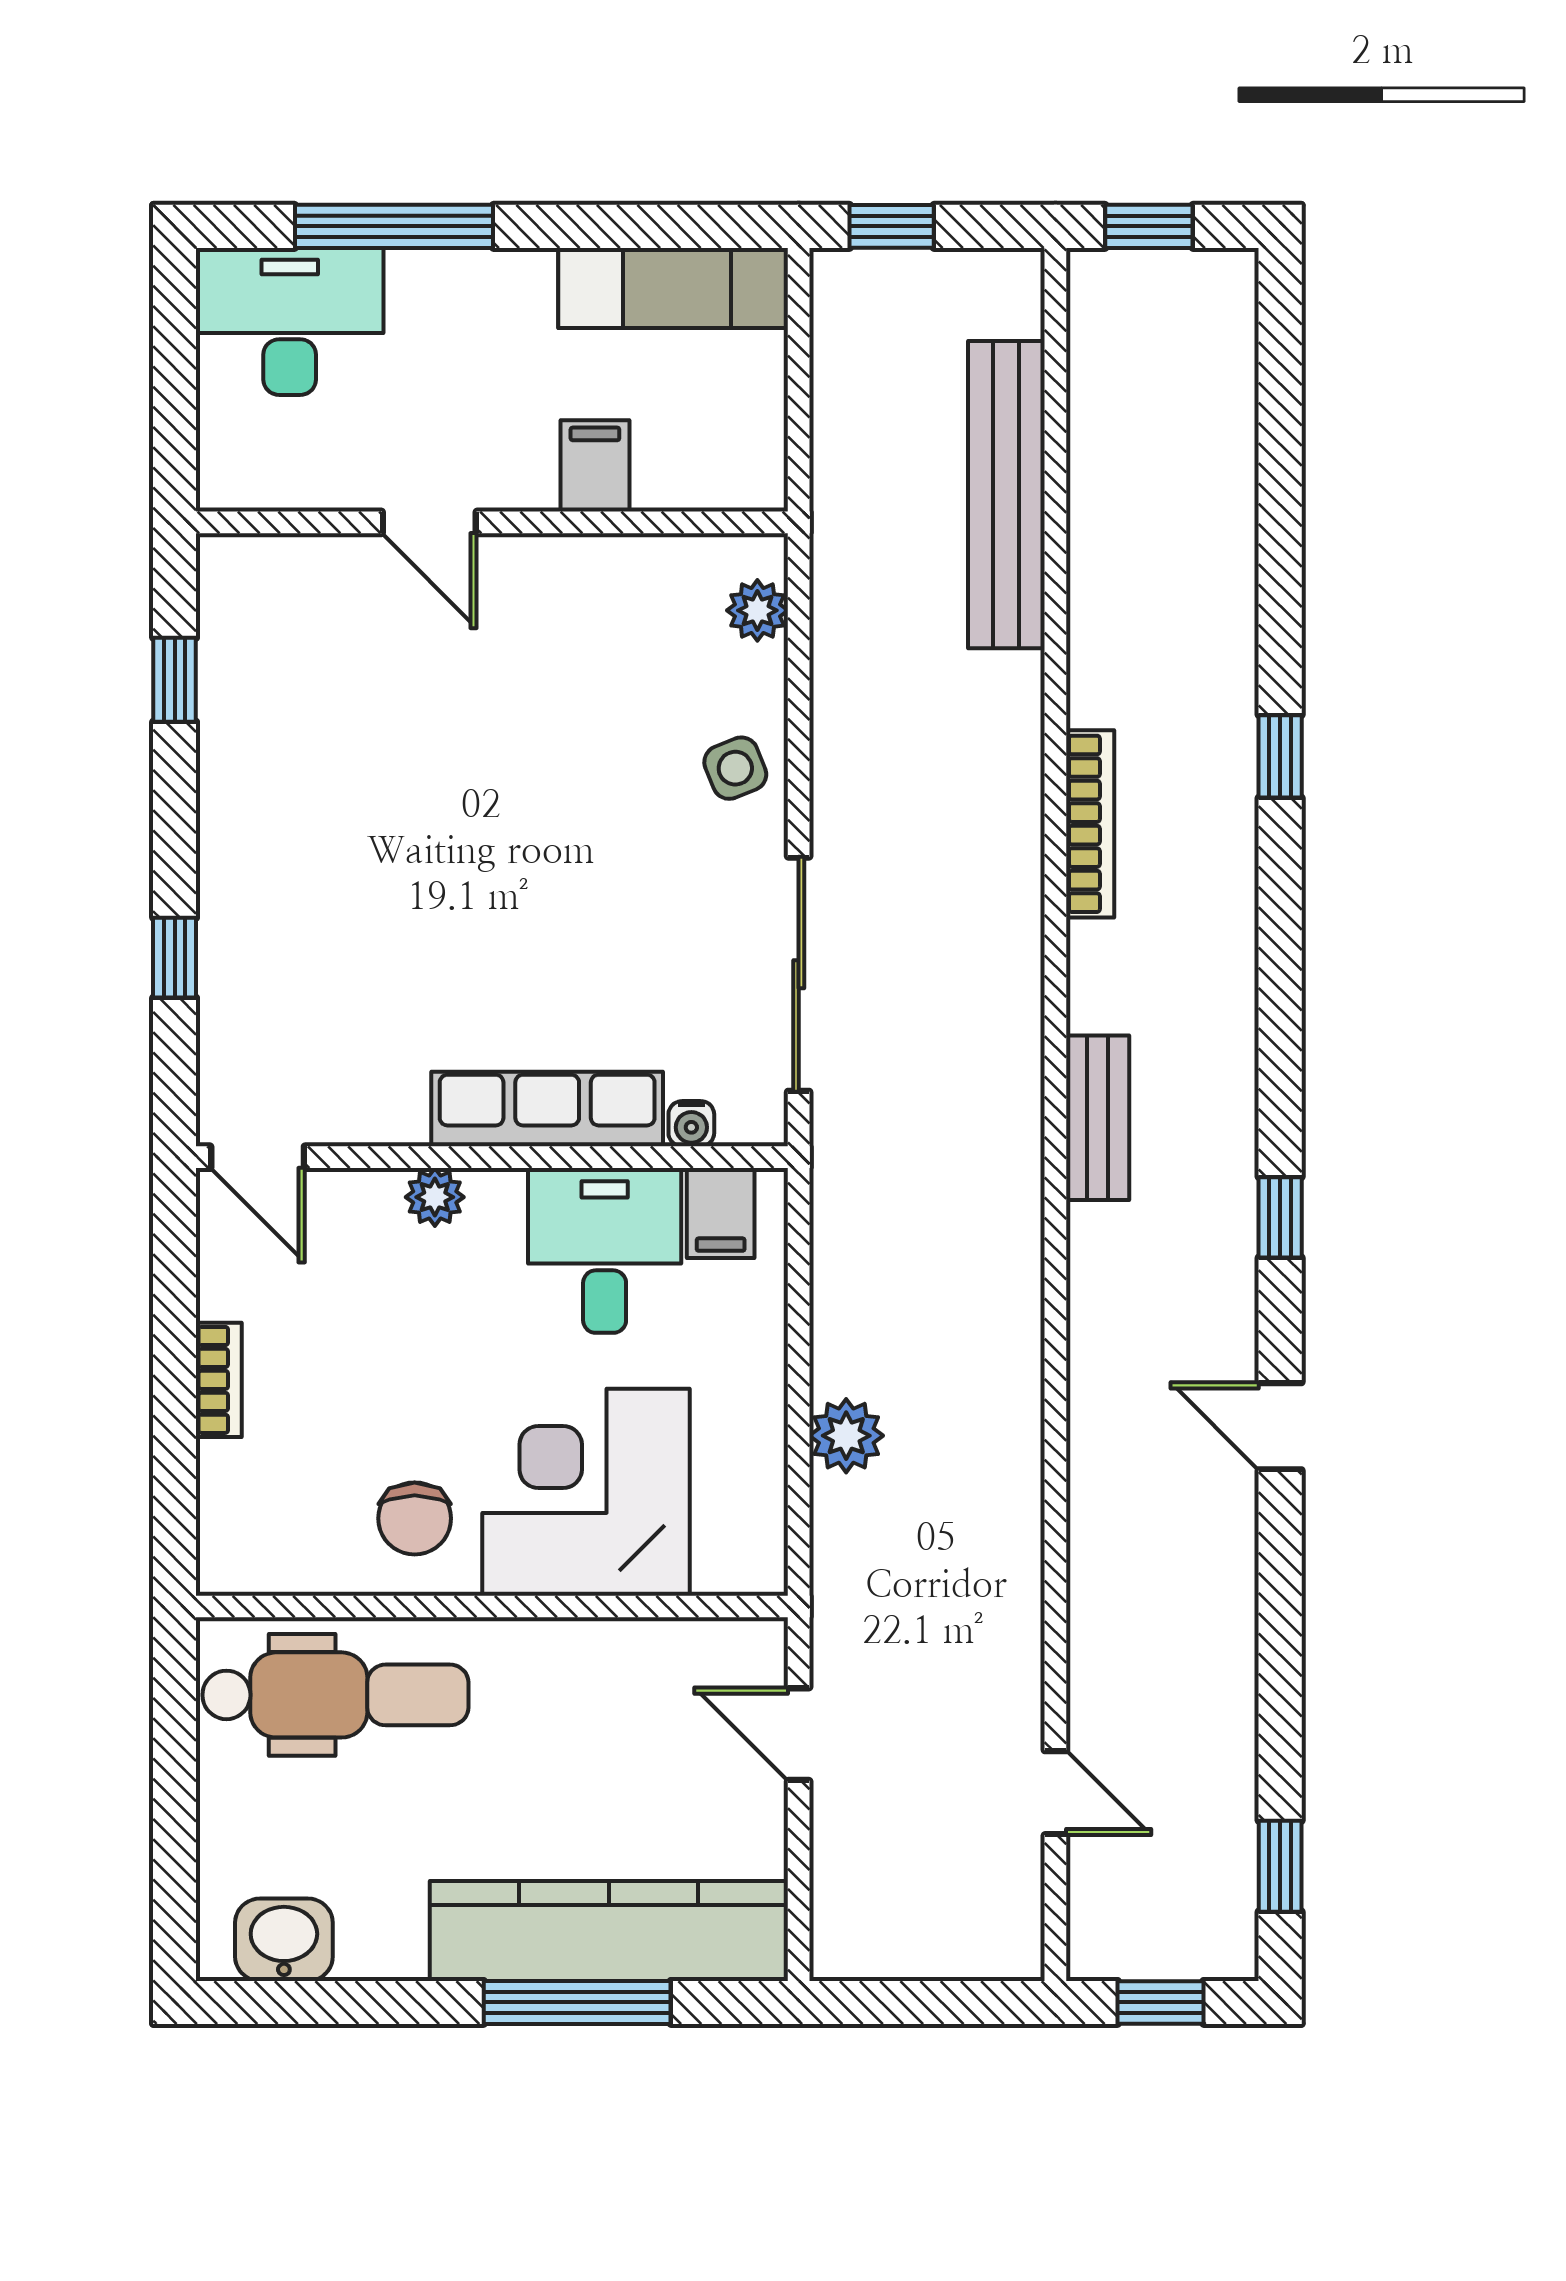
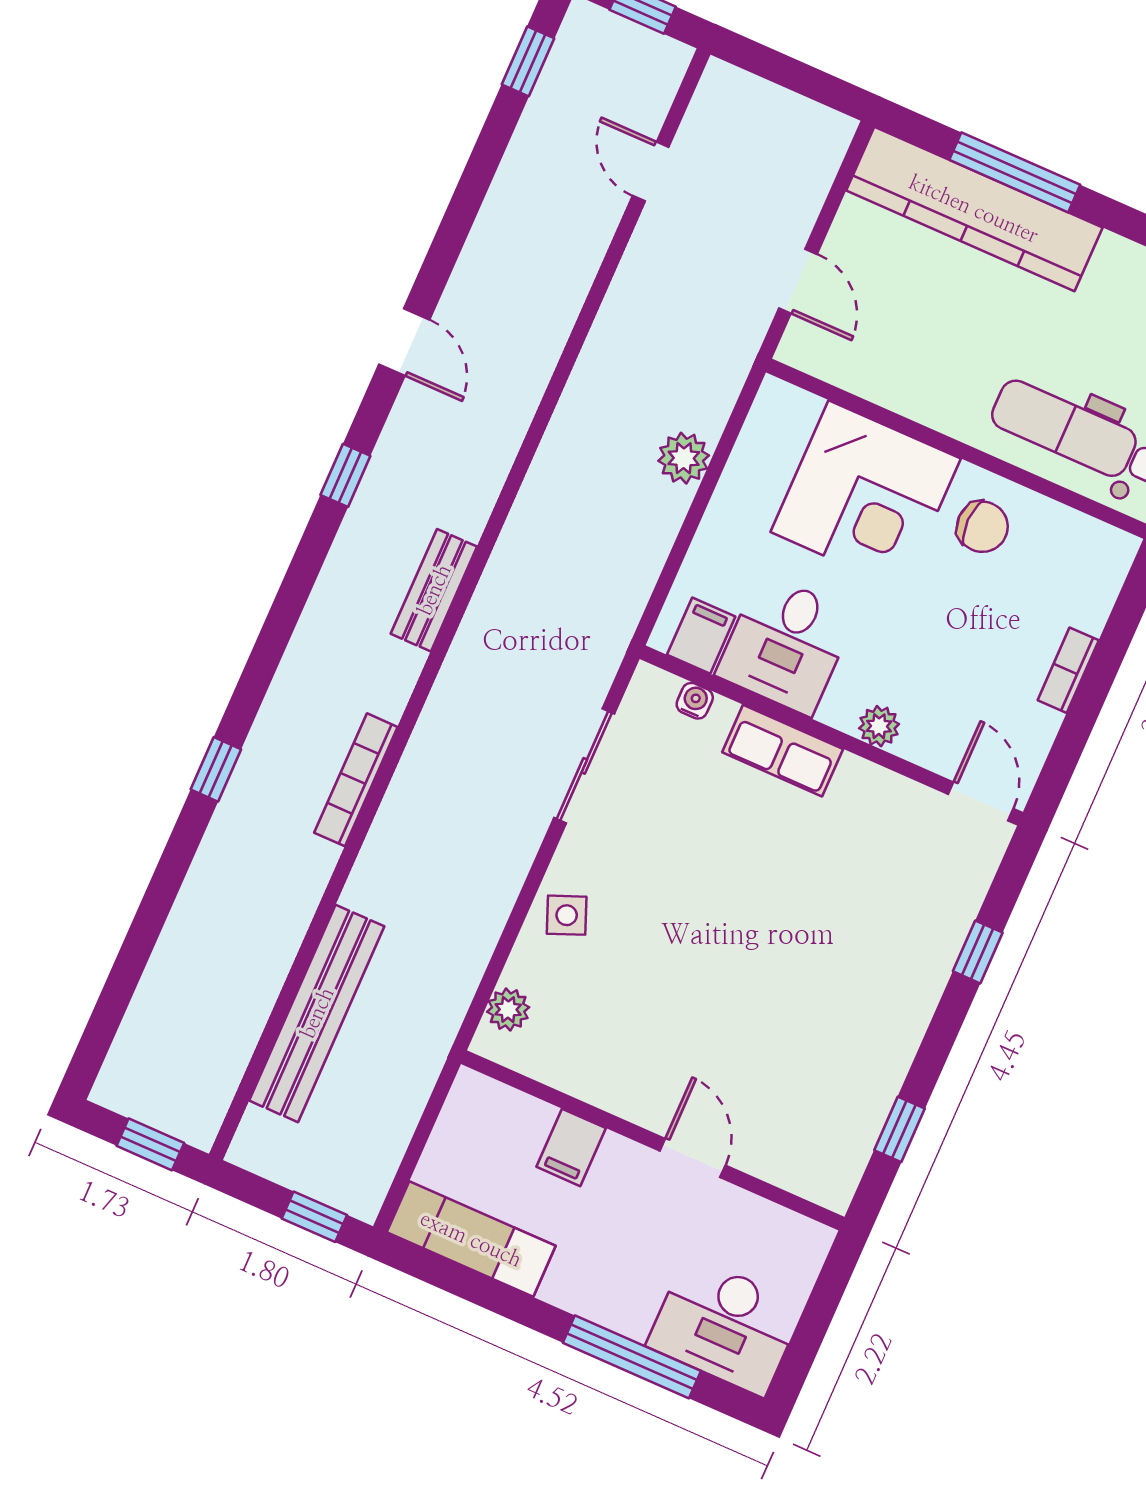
sliding door: (799, 974) -> (584, 766), width x0.73
row of seats: (547, 1109) -> (783, 751), width x0.68
chair: (415, 1518) -> (982, 527), turned 91

